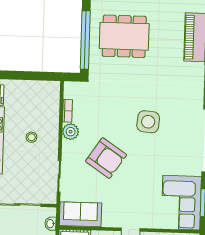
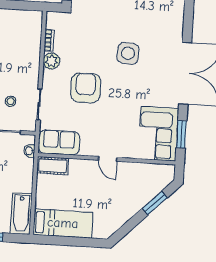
stool: (32, 137) -> (11, 101), moved
armchair: (106, 158) -> (86, 88), turned -124

